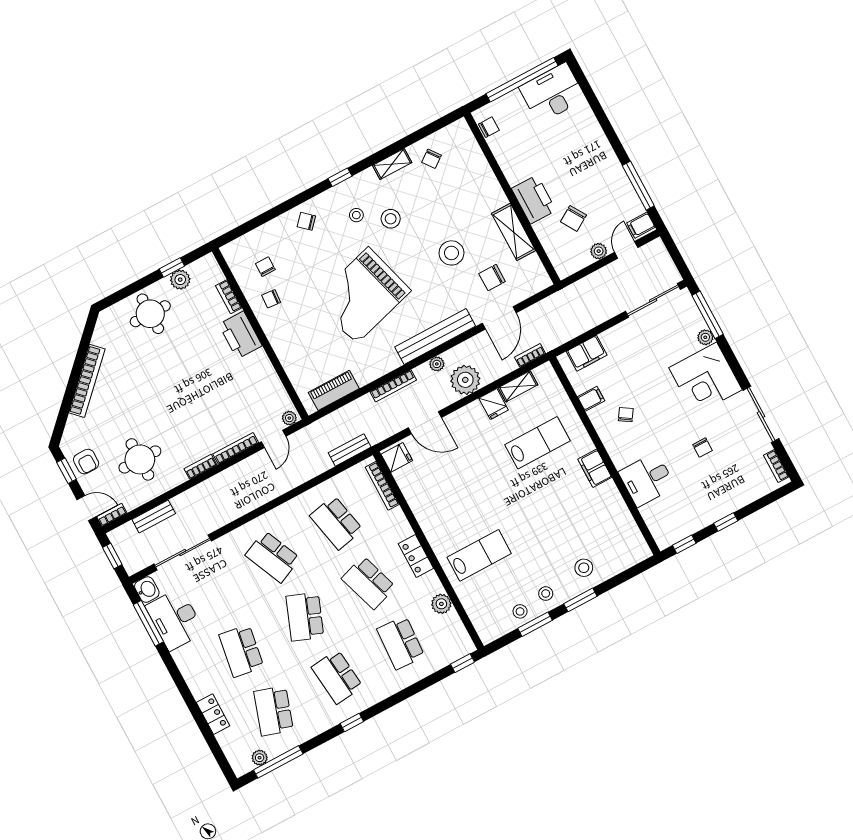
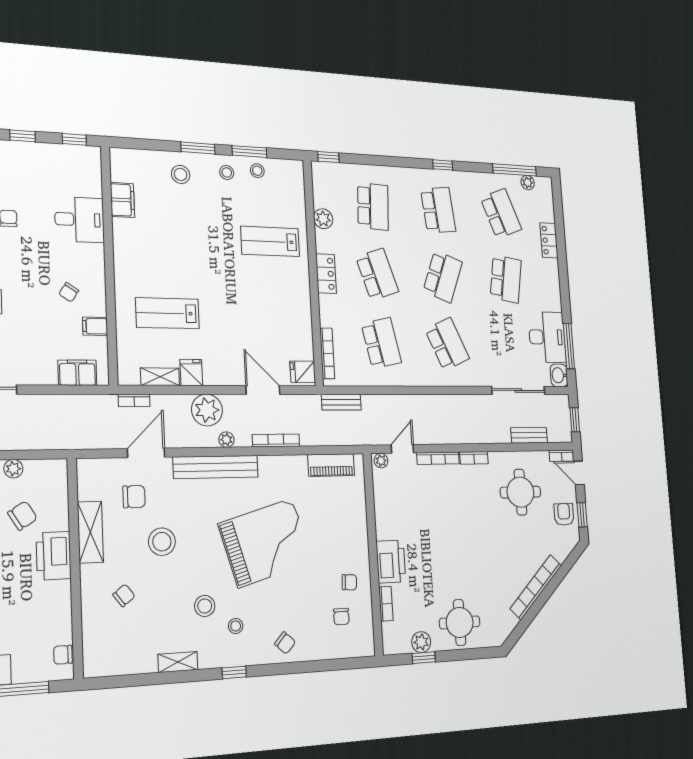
chair: (431, 159) -> (124, 595), moved
filing cabinet: (595, 468) -> (122, 200), moved
school desk: (274, 711) -> (501, 214), turned -39

